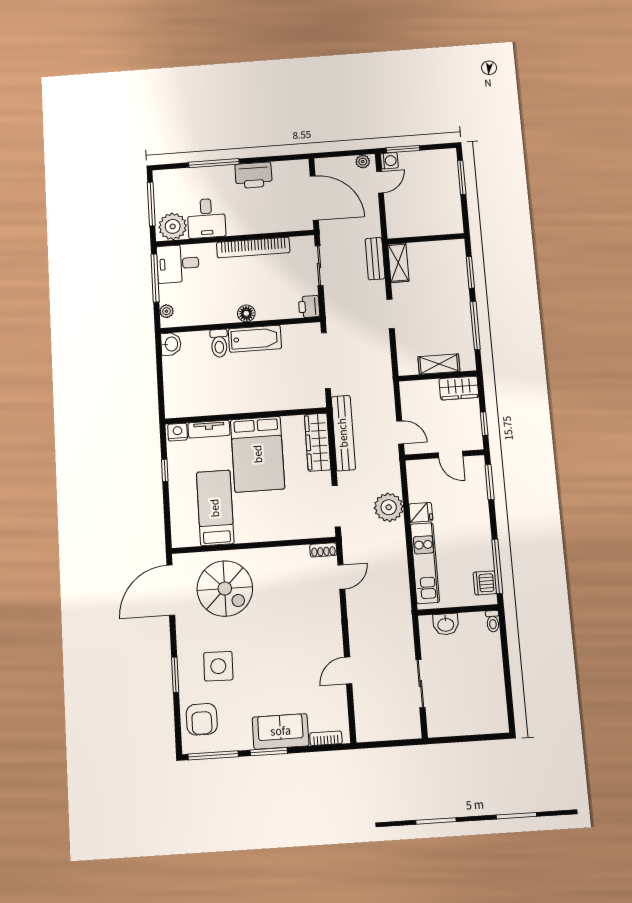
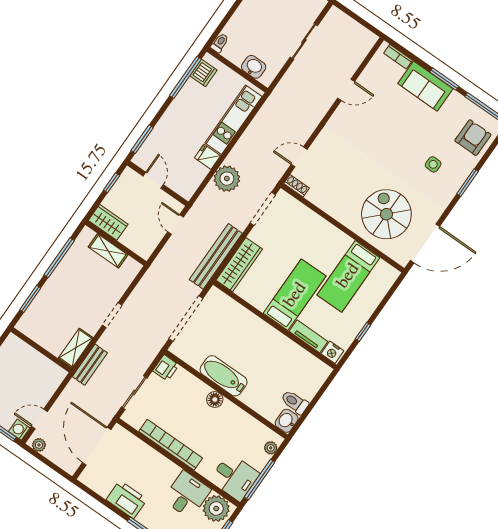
toilet: (219, 343) -> (295, 402), moved, turned -90
bed: (258, 454) -> (295, 295), width x0.67
side table: (218, 666) -> (433, 164), width x0.54, depth x0.54

